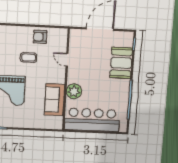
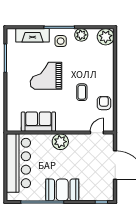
door: (67, 60) -> (97, 133), moved
booth: (121, 63) -> (62, 190), moved
plant: (74, 91) -> (60, 142), moved

